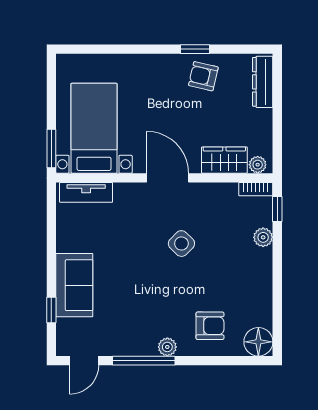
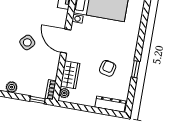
armchair: (203, 76) -> (108, 68), moved
door: (168, 178) -> (66, 41), swing flipped
plant: (263, 237) -> (12, 87), moved

